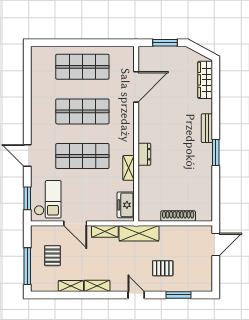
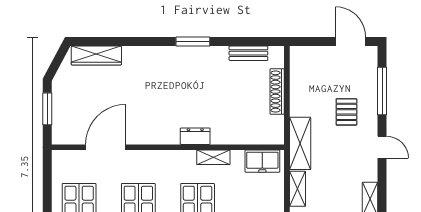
door: (136, 87) -> (106, 147), hinge flipped
bench: (207, 128) -> (248, 53), moved
door: (216, 245) -> (351, 41), moved
door: (136, 295) -> (382, 147), swing flipped
window: (178, 295) -> (382, 91), width x1.44

